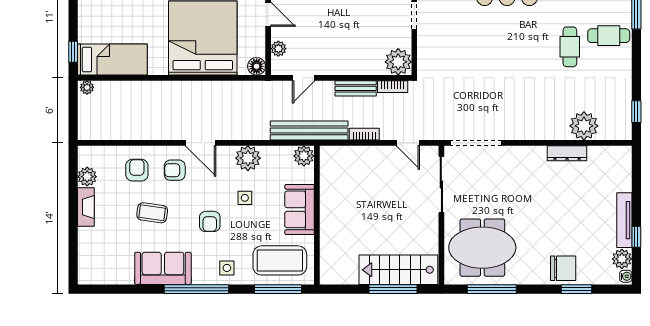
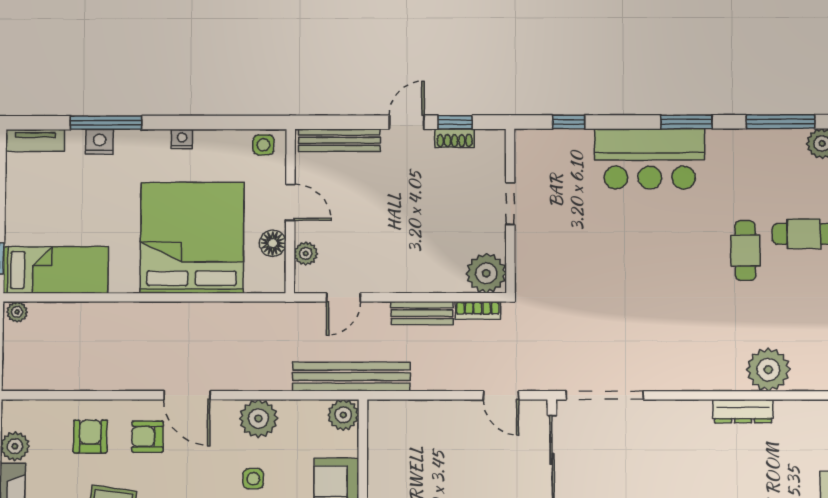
floor lamp: (257, 66) -> (273, 243), moved
bookcase: (364, 134) -> (435, 382), removed

